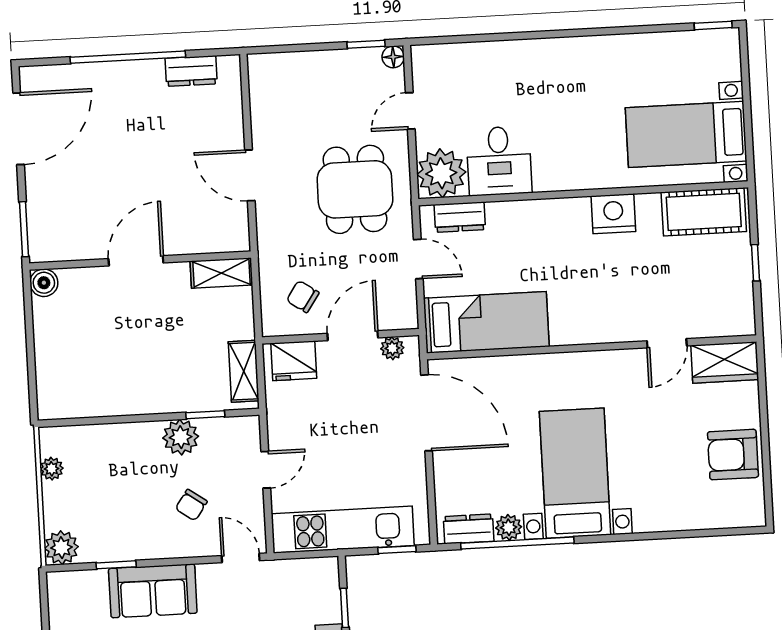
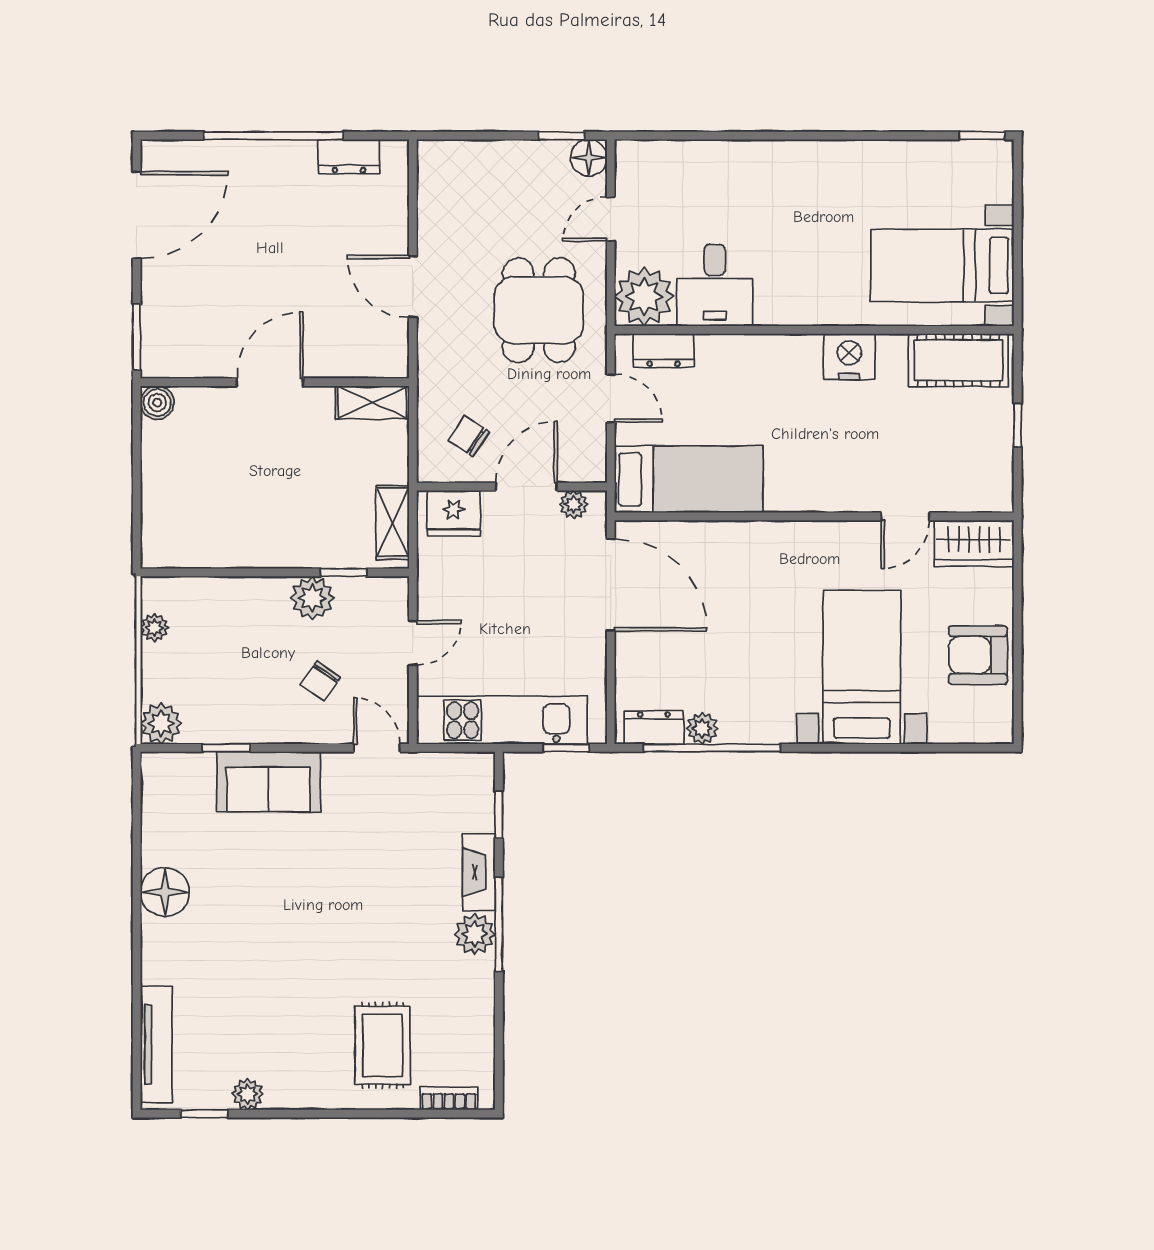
floor lamp: (393, 57) -> (589, 158), width x1.37, depth x1.37
bed with nightstands: (575, 473) -> (862, 667), moved

